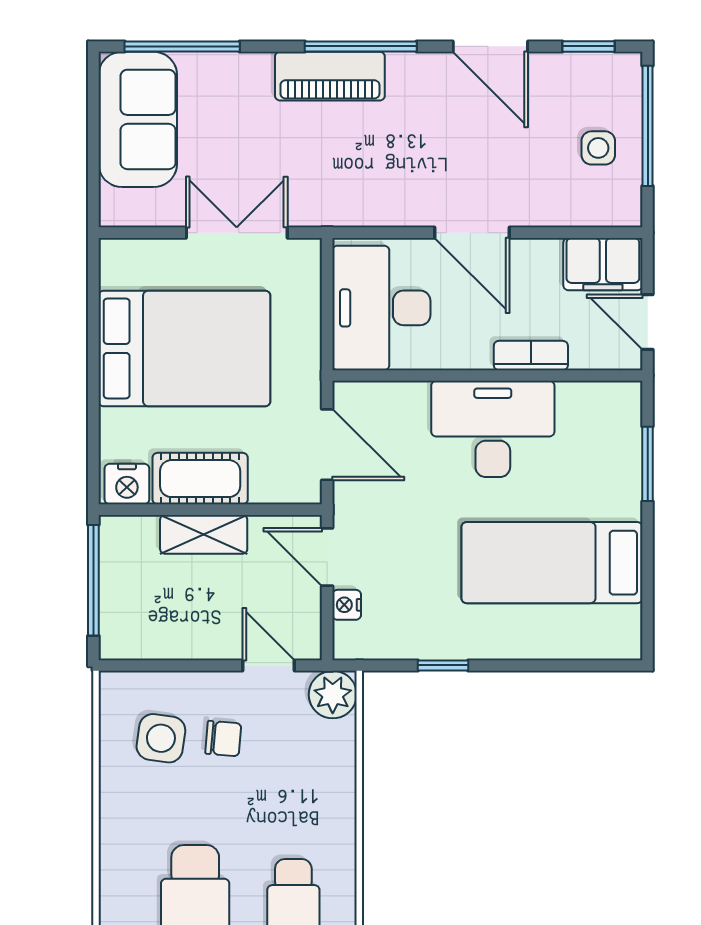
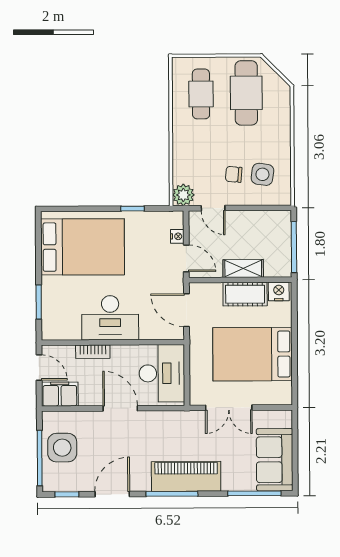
door: (490, 46) -> (112, 494), hinge flipped
piano: (330, 76) -> (186, 476), width x1.37, depth x1.33
side table: (598, 148) -> (62, 448), width x1.87, depth x1.87
bed: (552, 563) -> (83, 247), width x1.50

